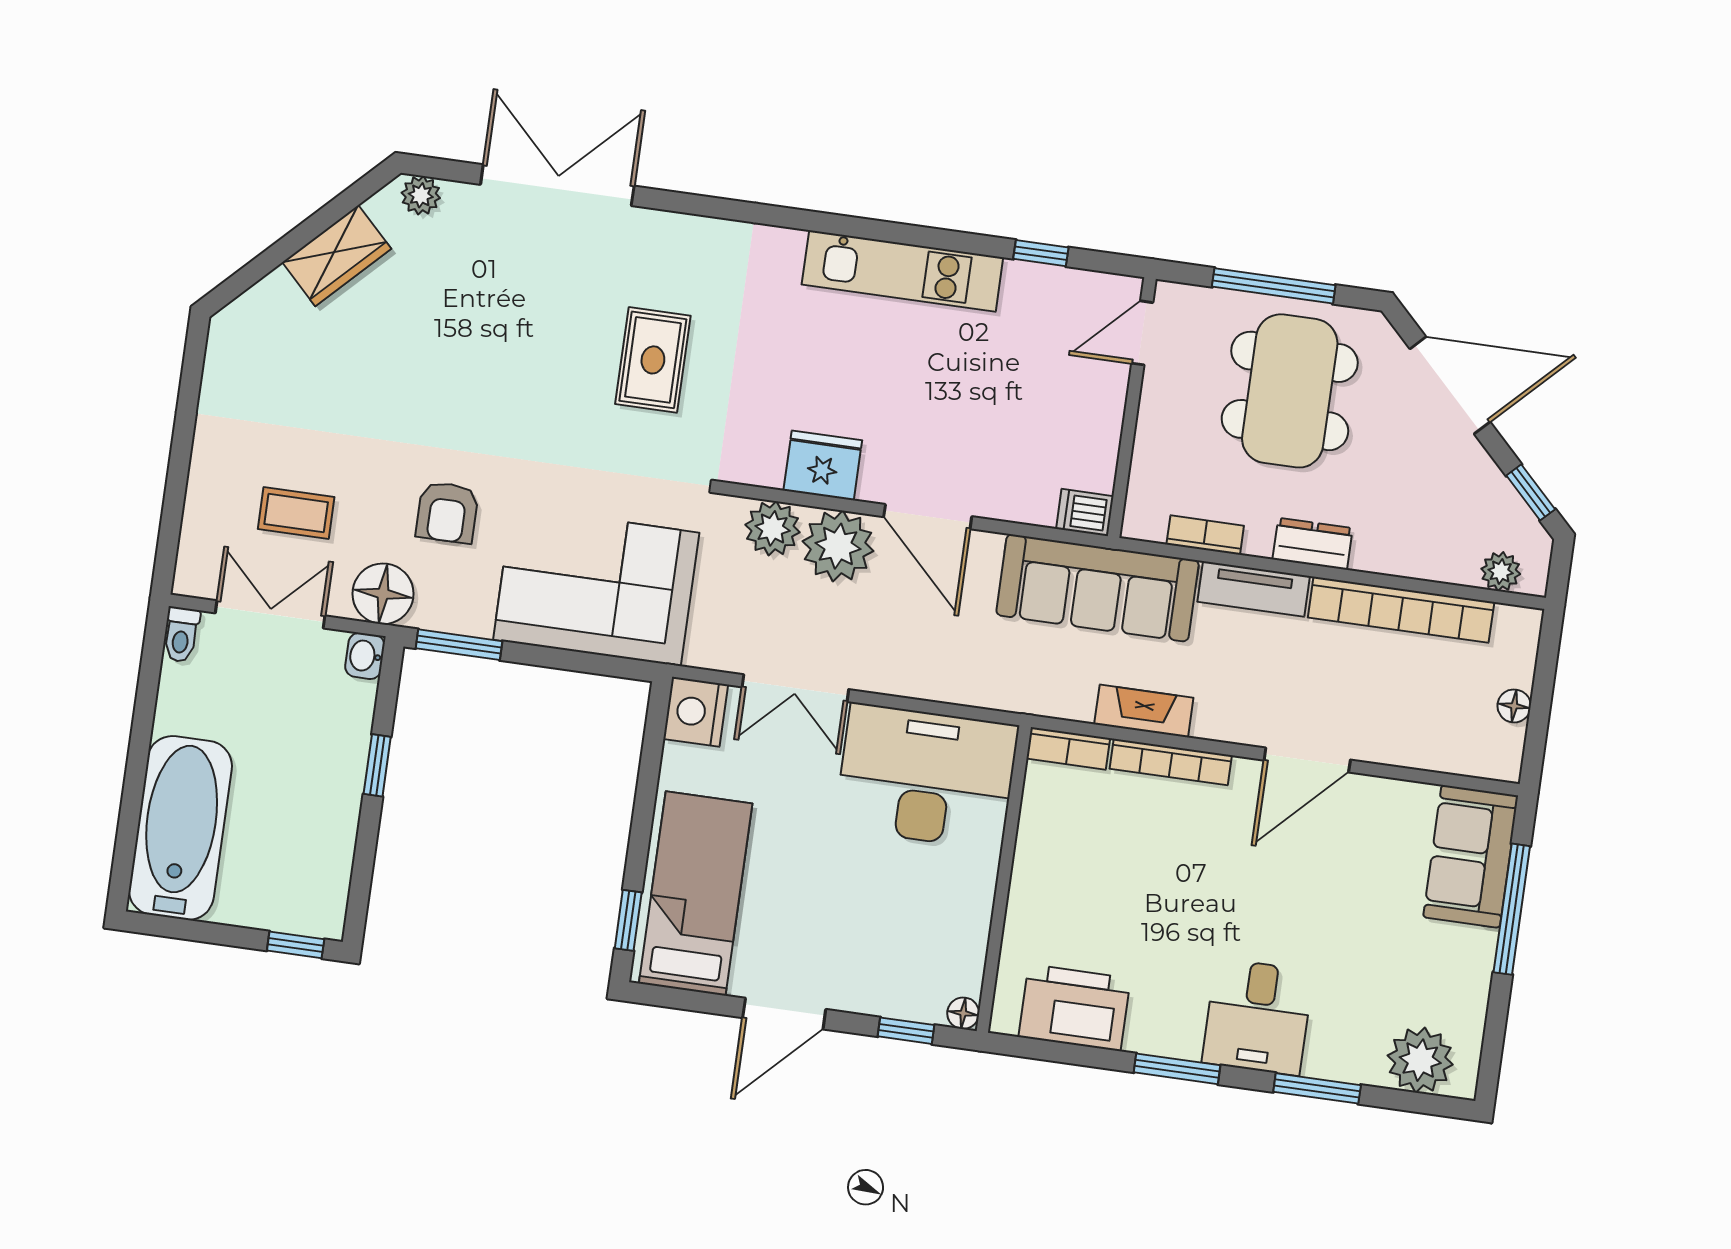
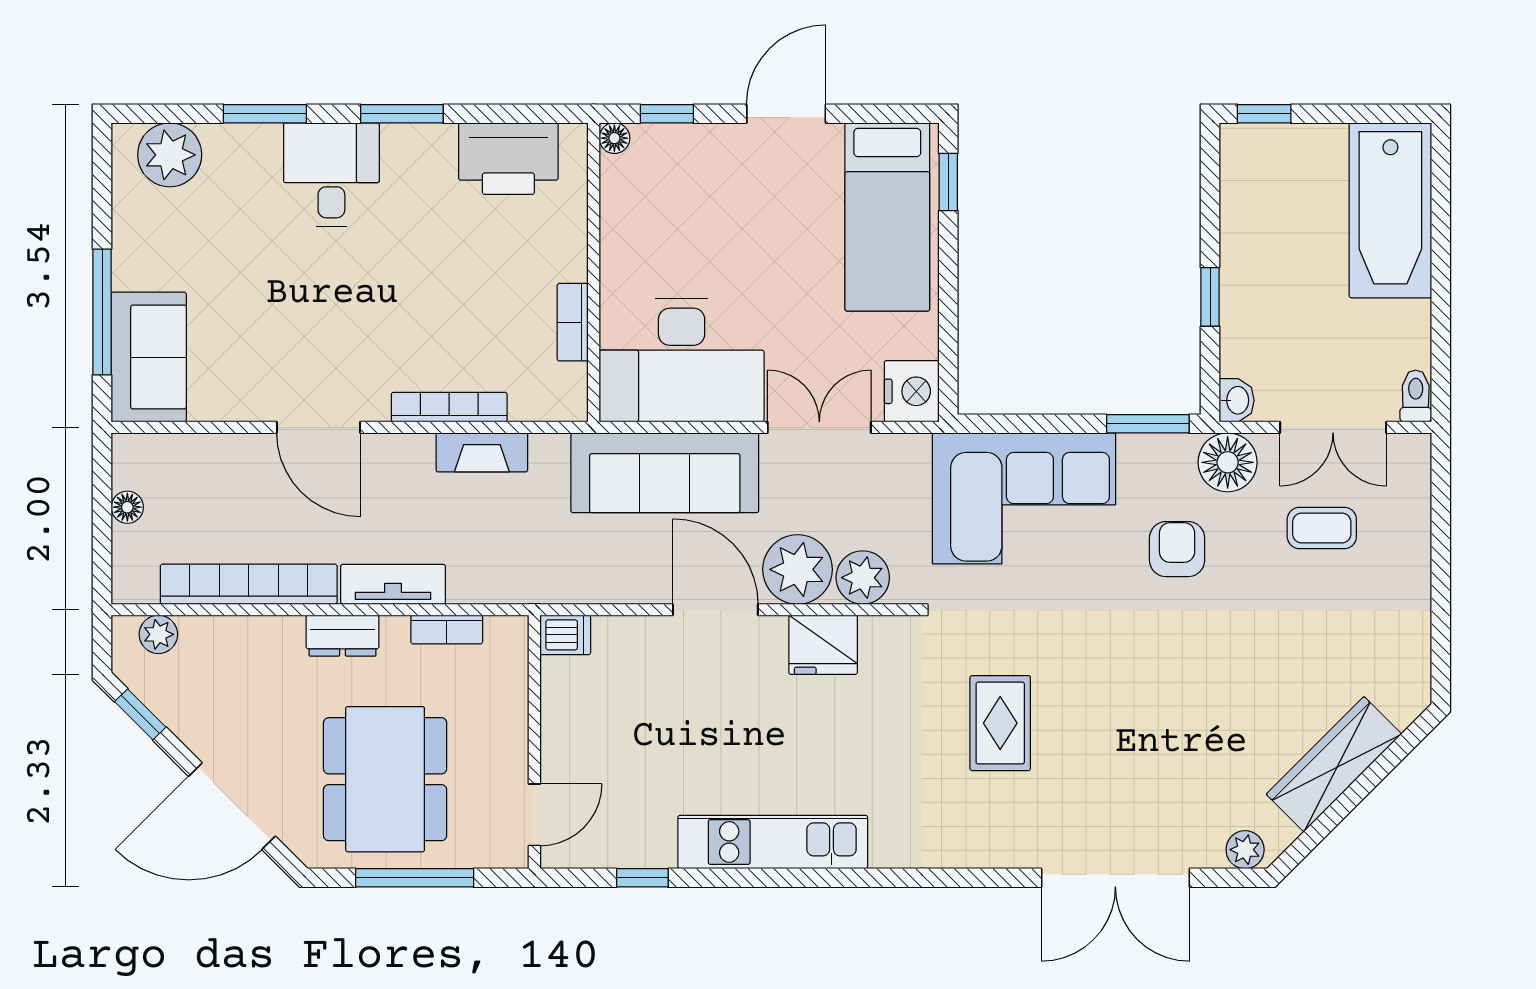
wardrobe: (337, 256) -> (1334, 764), width x1.50
sofa: (1098, 588) -> (665, 473), moved, turned 180
bookcase: (1068, 748) -> (573, 322), moved, turned -90
door: (1307, 760) -> (319, 427), swing flipped

